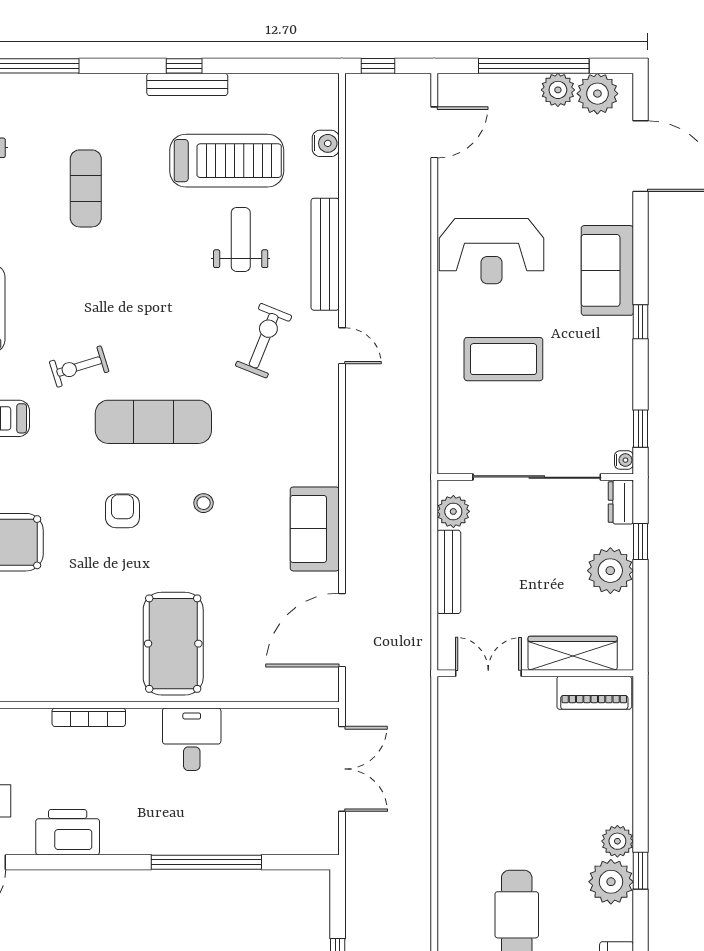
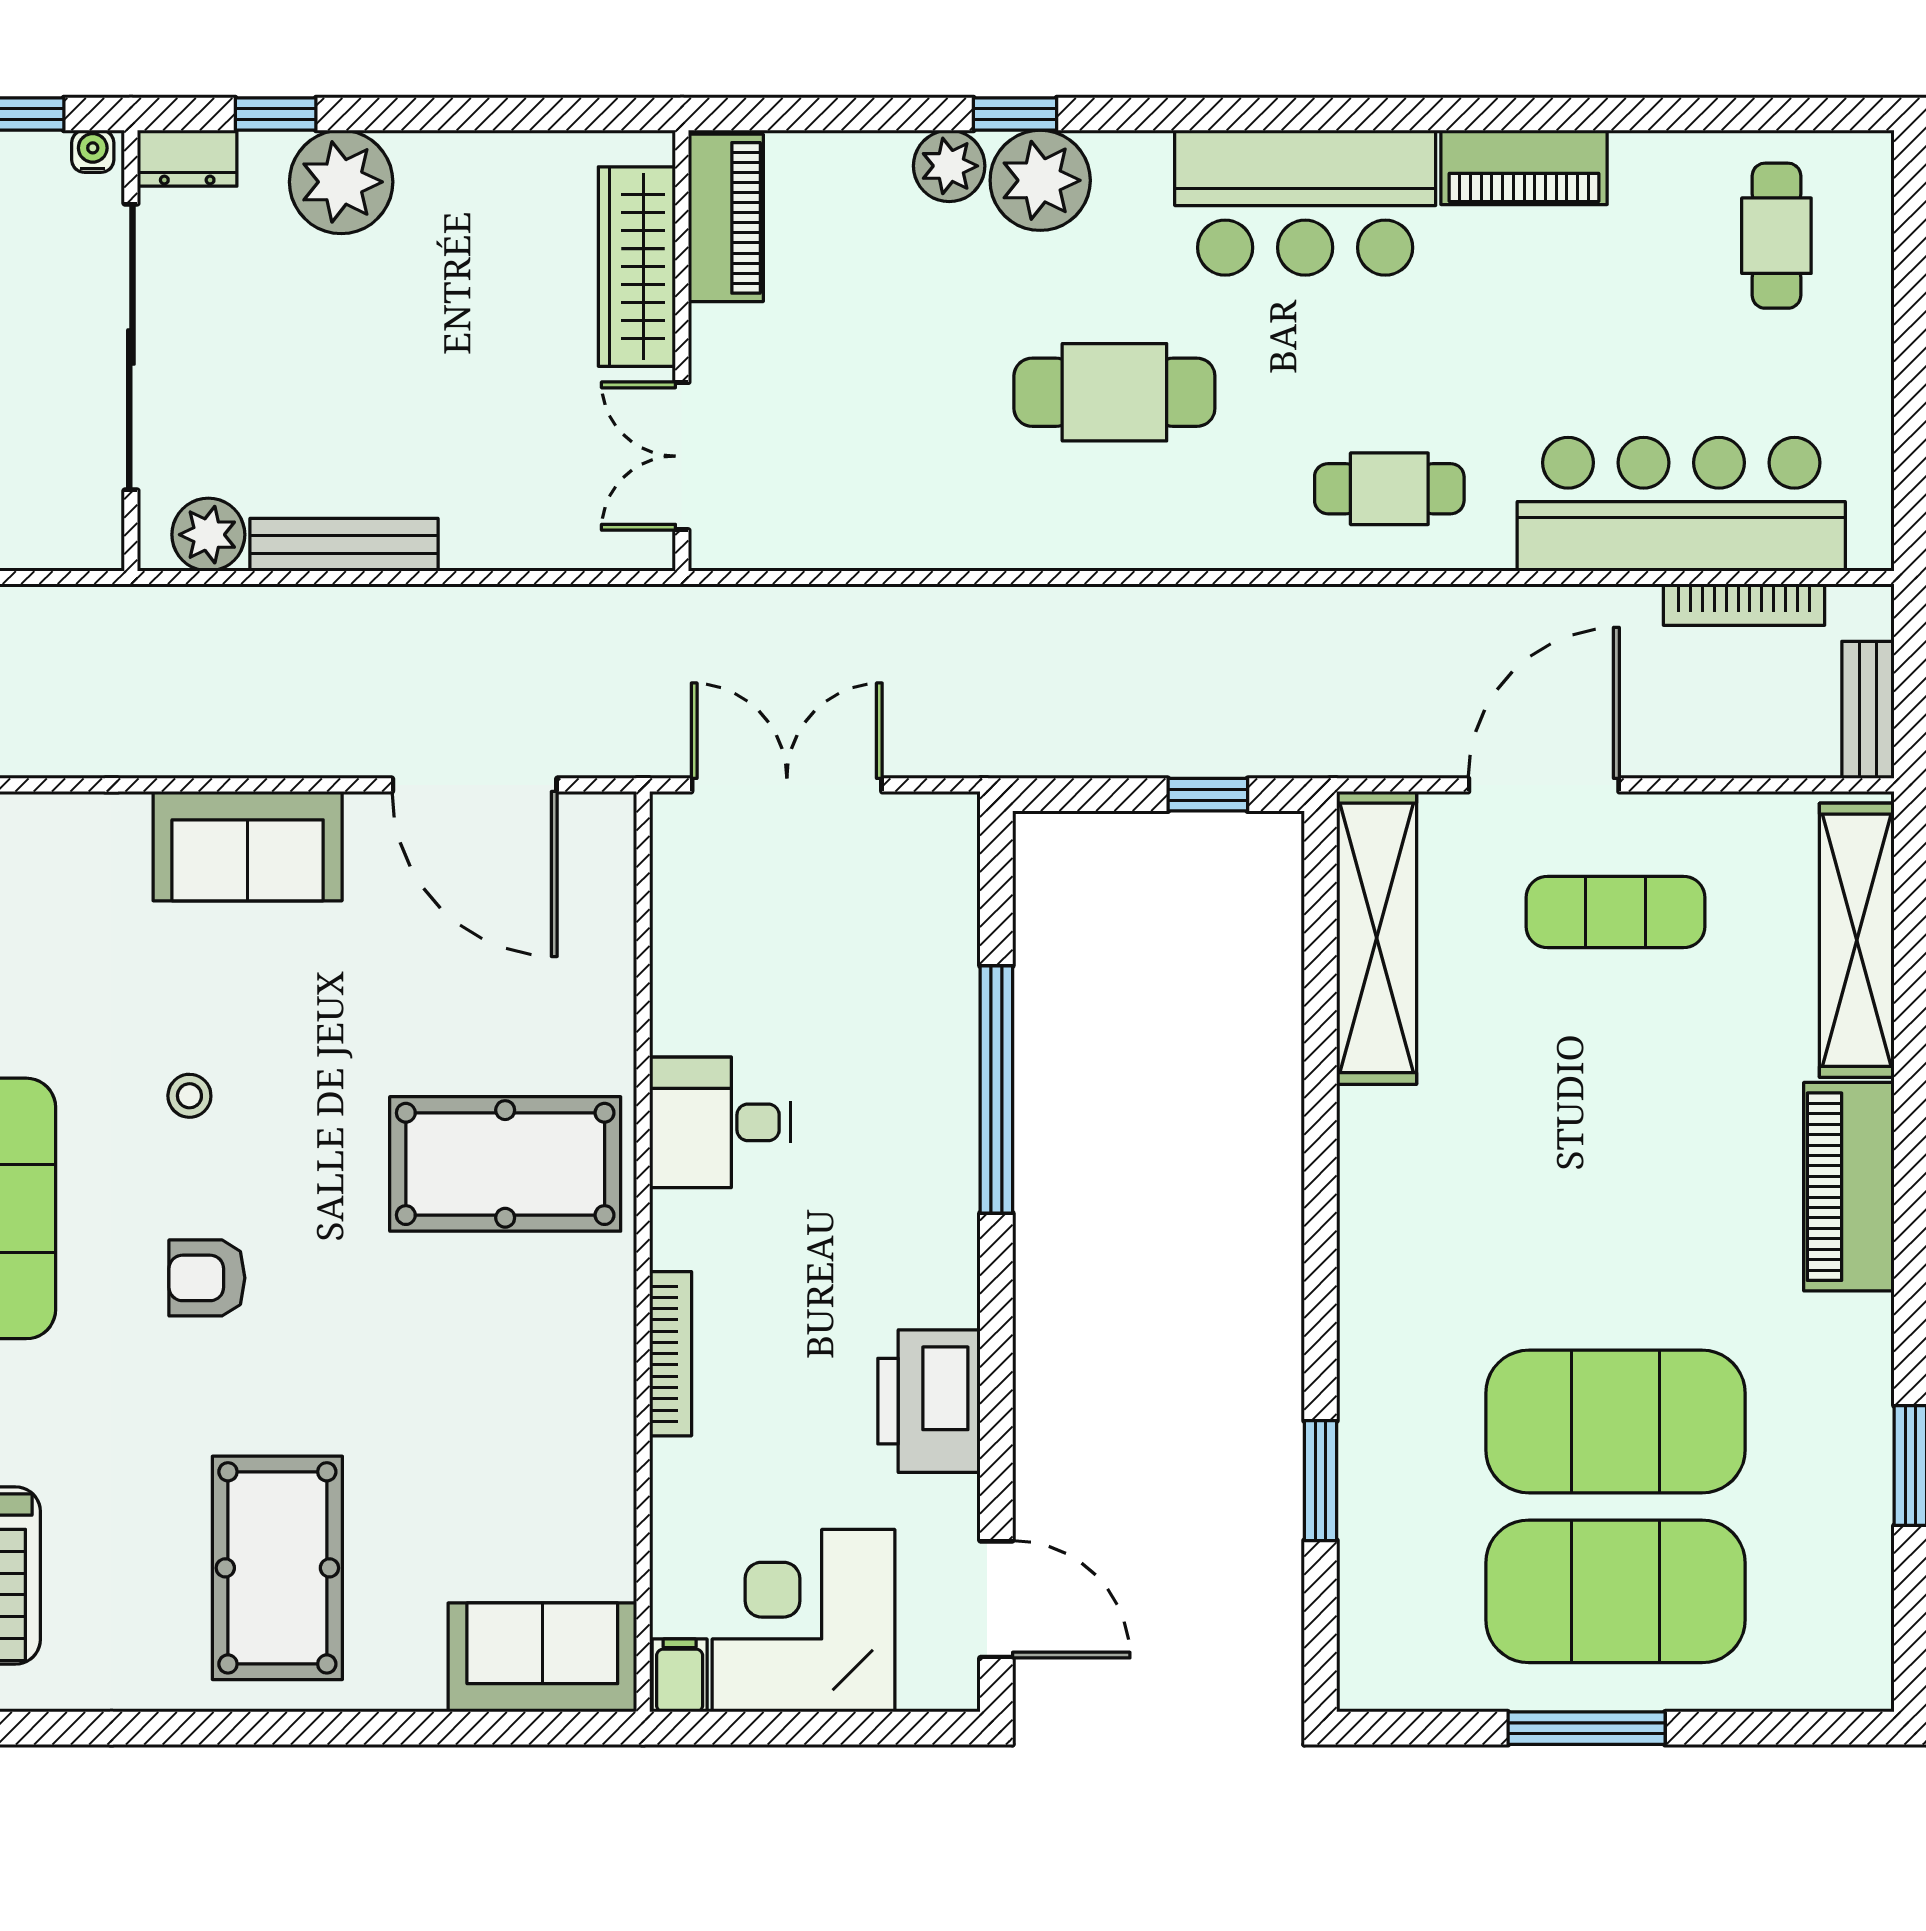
wardrobe: (573, 653) -> (637, 267), moved
double door: (488, 673) -> (682, 456), moved
wall: (535, 673) -> (682, 351), moved
piano: (594, 693) -> (726, 218), moved

